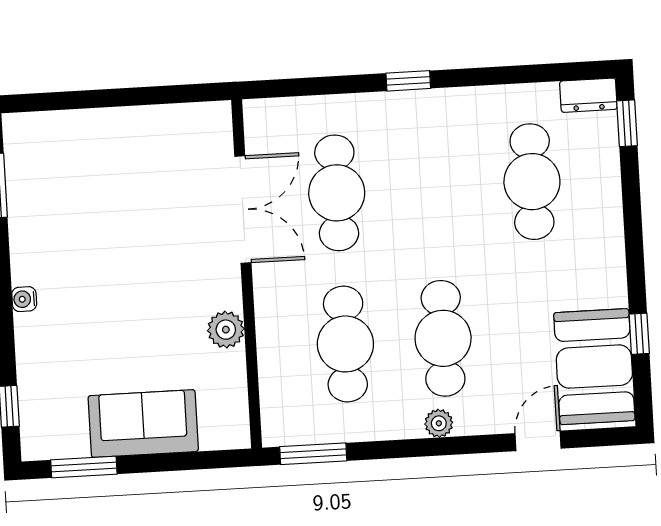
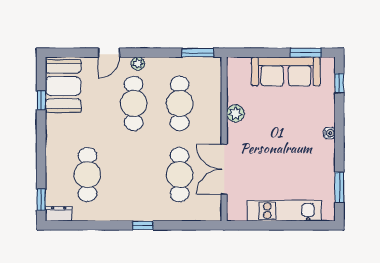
kitchen unit: (110, 129) -> (284, 211), added
sofa: (143, 424) -> (286, 71), width x1.36
door: (538, 441) -> (109, 53), moved

